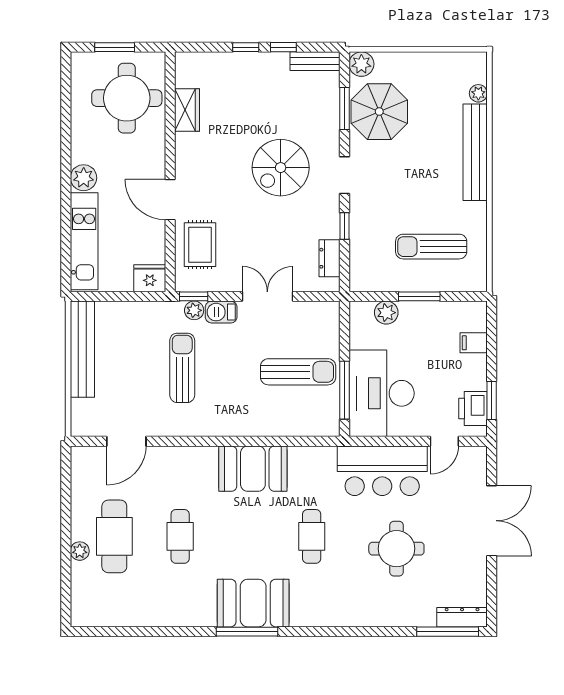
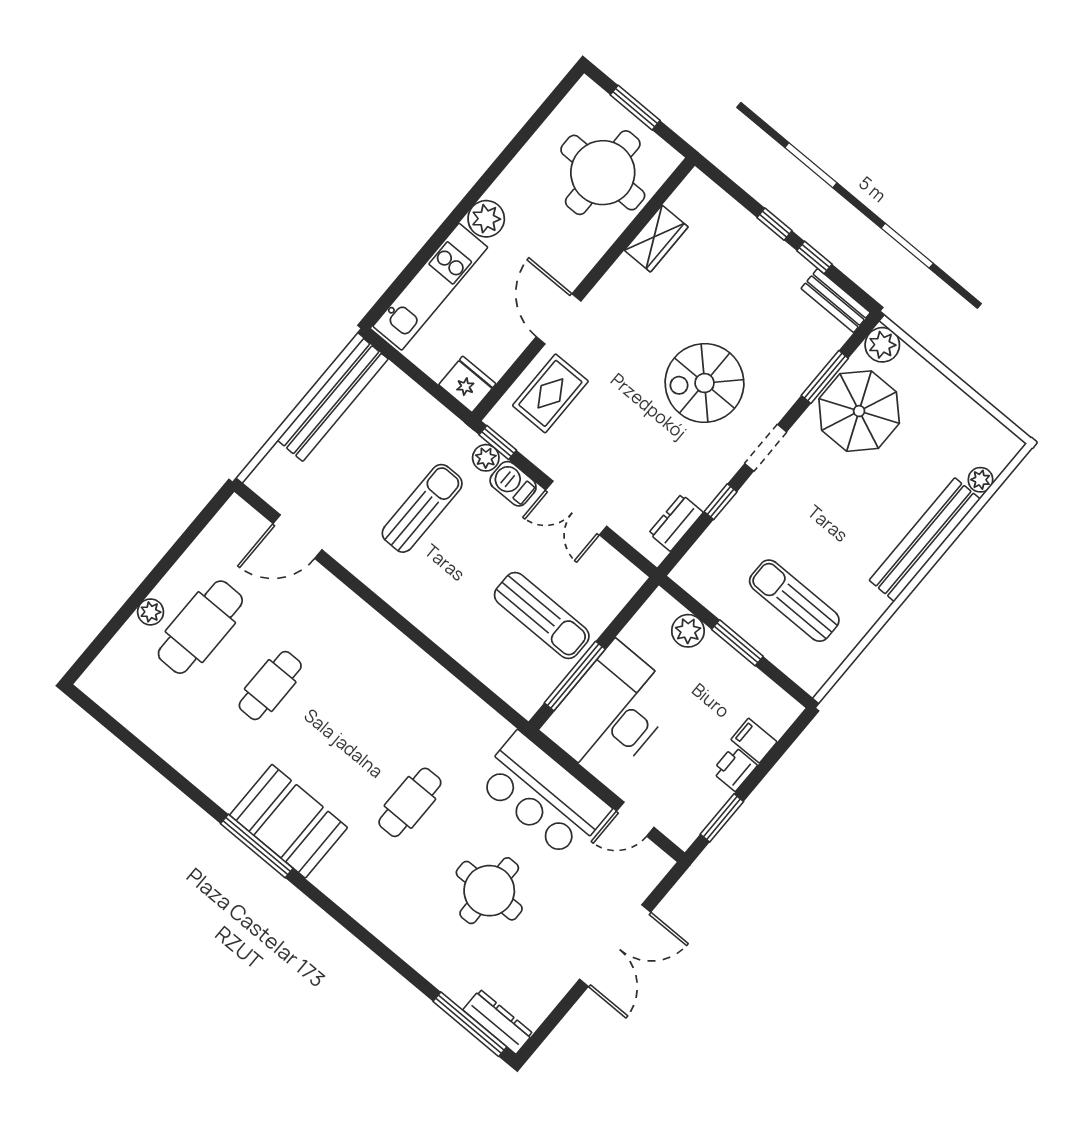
double door: (267, 296) -> (576, 508), swing flipped
printer: (473, 409) -> (734, 768), moved, width x0.73, depth x0.81
booth: (253, 469) -> (408, 678), removed

